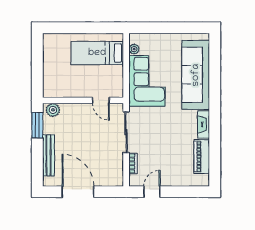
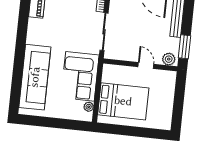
bed: (97, 53) -> (123, 101), width x1.50
door: (101, 100) -> (146, 66), moved
fireplace: (204, 124) -> (32, 31), removed

